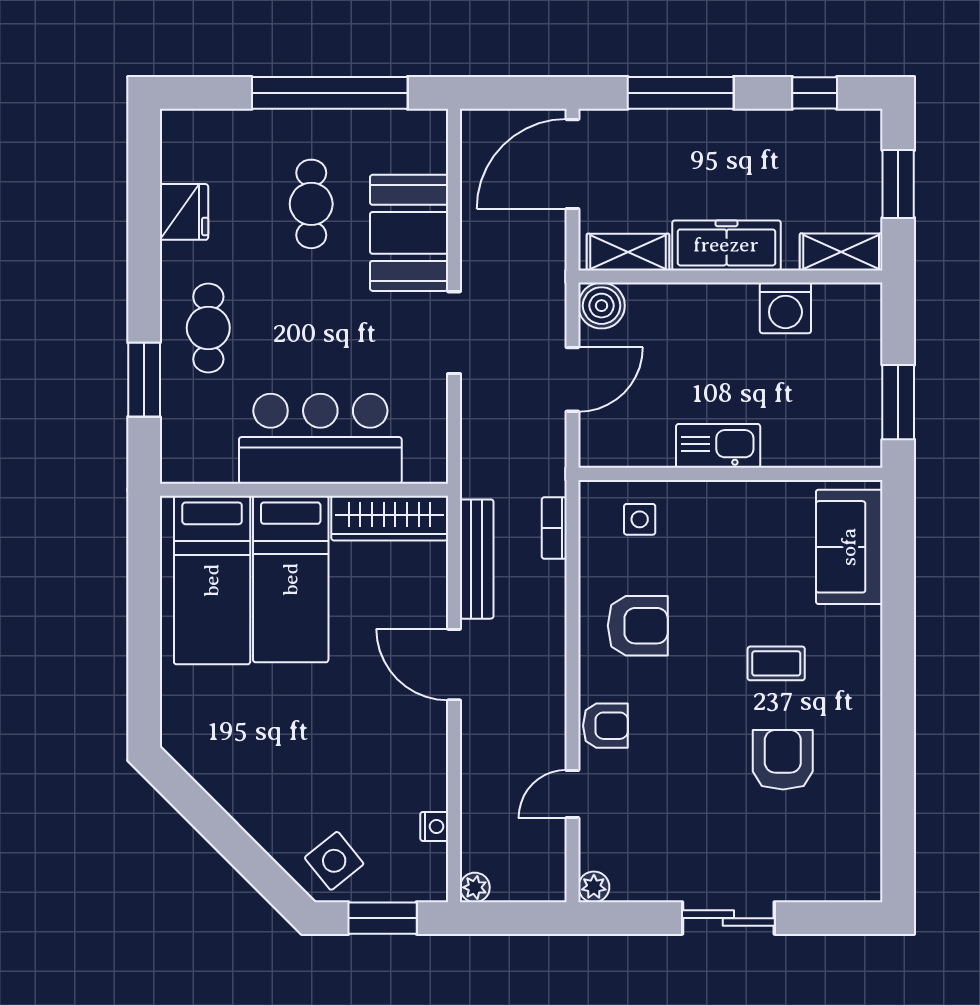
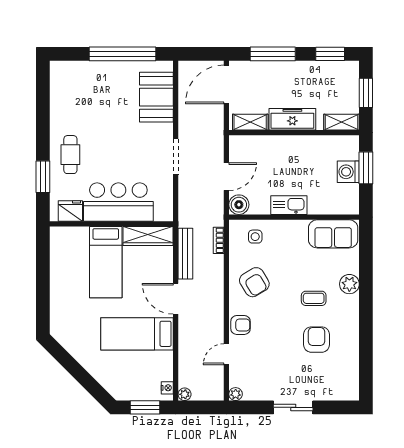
window: (815, 93) -> (330, 54), width x1.50
cafe table: (311, 204) -> (114, 101), removed
fridge: (184, 212) -> (70, 211), moved, turned -90
booth: (409, 233) -> (156, 97), moved
boiler: (602, 306) -> (239, 205), moved
washing machine: (785, 308) -> (348, 172), moved, turned 90
window: (898, 402) -> (366, 168), moved
sofa: (849, 547) -> (333, 234), moved, turned -90
bed: (212, 580) -> (137, 334), moved, turned 90
armchair: (638, 626) -> (254, 282), turned 59
plant: (860, 630) -> (349, 284), added
nightstand: (434, 826) -> (167, 388), moved
side table: (334, 861) -> (124, 383), removed

